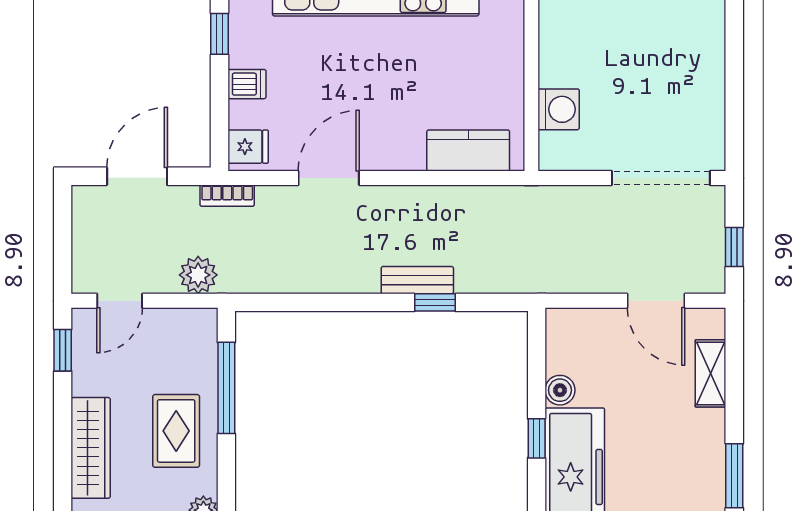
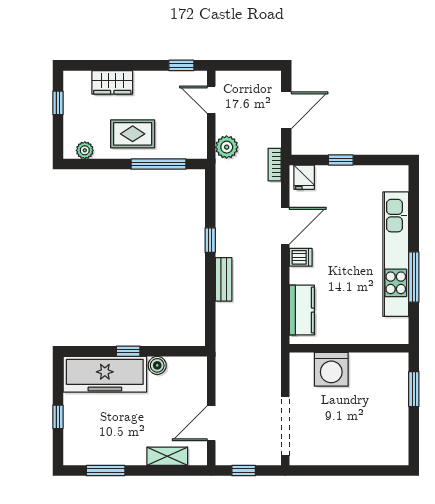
window: (219, 34) -> (341, 160), moved
dishwasher: (247, 84) -> (301, 257), moved, turned -90
washing machine: (559, 109) -> (331, 369), width x1.37, depth x1.37
door: (137, 176) -> (286, 110), hinge flipped
door: (329, 178) -> (285, 226), hinge flipped
window: (435, 302) -> (210, 240), moved
wardrobe: (91, 448) -> (112, 82), width x0.67

